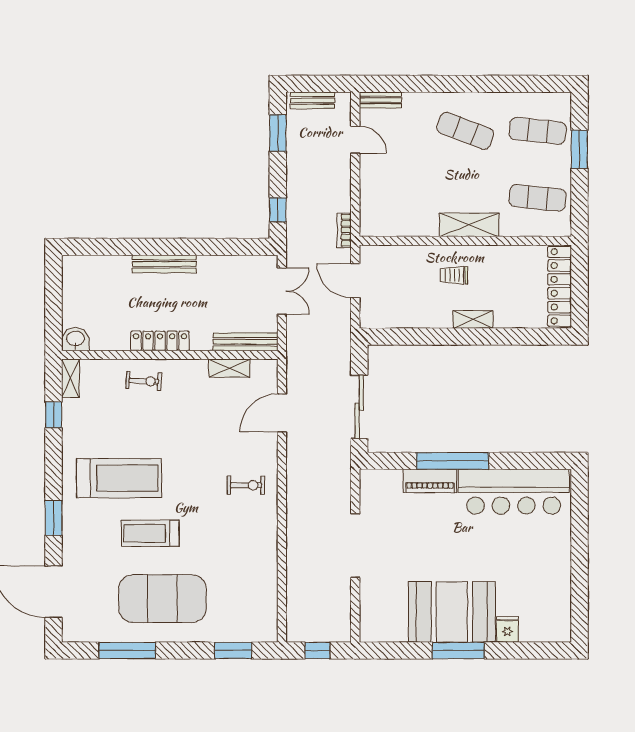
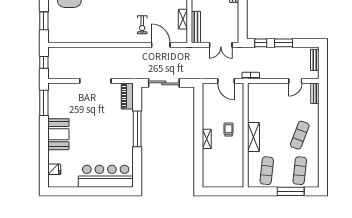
window: (278, 133) -> (283, 43), moved
window: (579, 149) -> (291, 191), width x1.44
door: (355, 281) -> (226, 81), swing flipped
locker: (560, 286) -> (223, 182), removed
piano: (430, 481) -> (127, 96), moved
exercise bike: (246, 485) -> (142, 25), moved
bar counter: (514, 492) -> (106, 176), moved, turned 90
booth: (452, 612) -> (58, 134), width x0.73, depth x0.70
fridge: (507, 629) -> (54, 169), moved
window: (458, 650) -> (44, 103), moved

